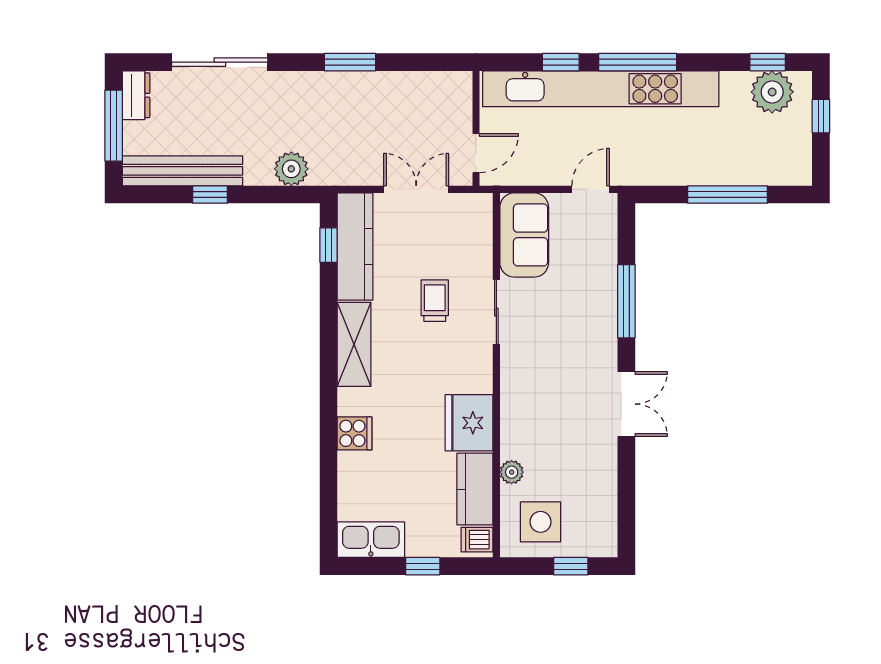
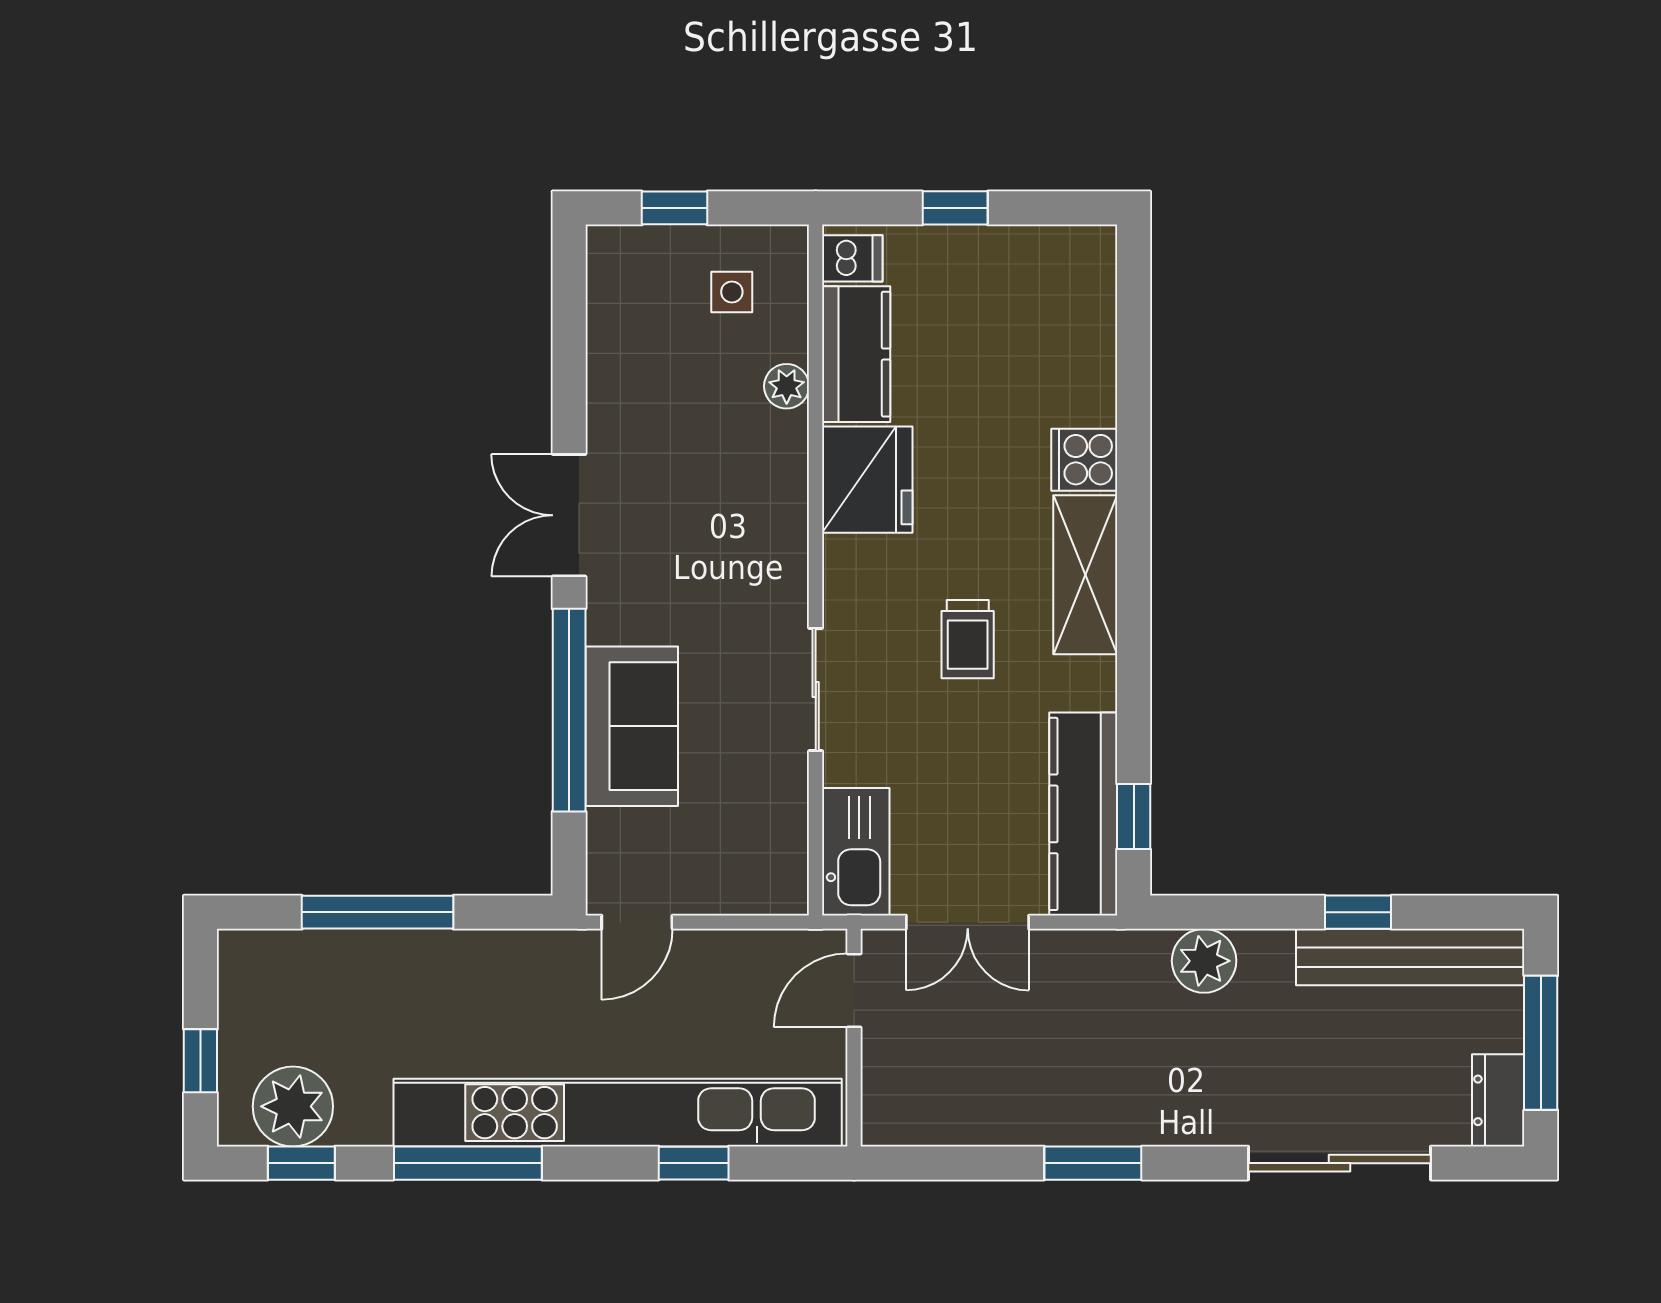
window: (638, 62) -> (468, 1163), moved
sofa: (524, 235) -> (632, 726), moved, turned 180
trolley: (435, 301) -> (968, 639), moved
window: (626, 301) -> (569, 710), width x1.46
shelving: (354, 344) -> (1085, 575), moved
side table: (541, 522) -> (732, 292), width x0.54, depth x0.54
kitchen sink: (371, 540) -> (856, 852), moved, turned -90

